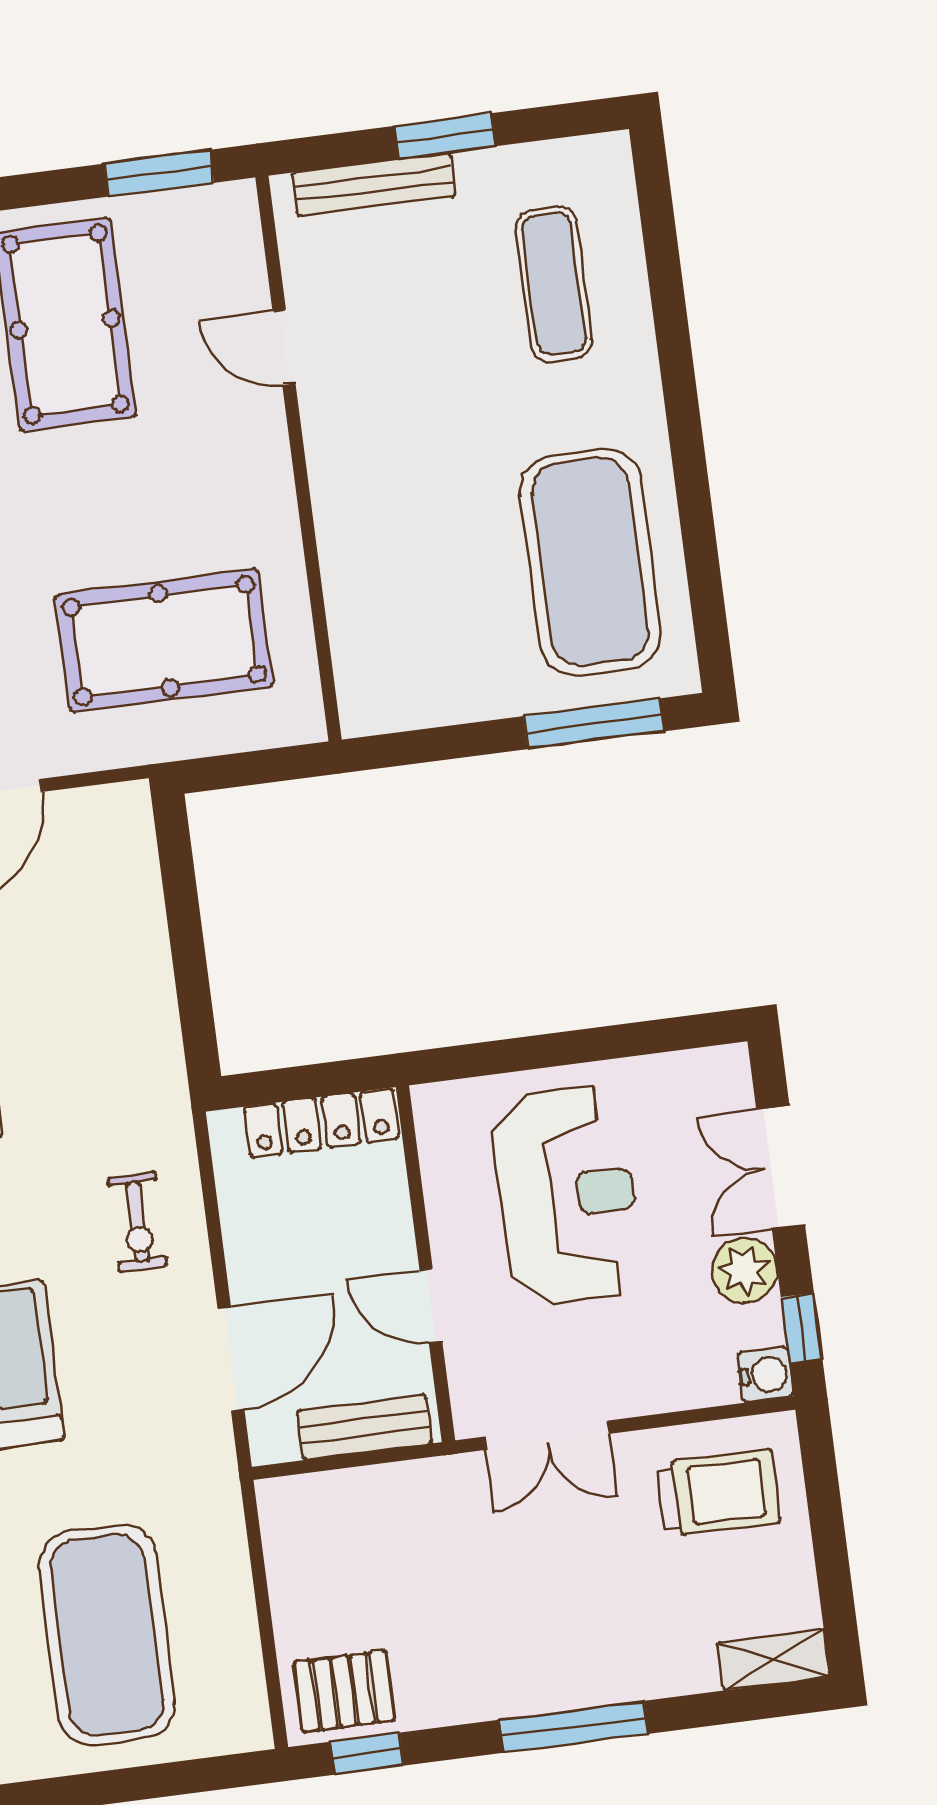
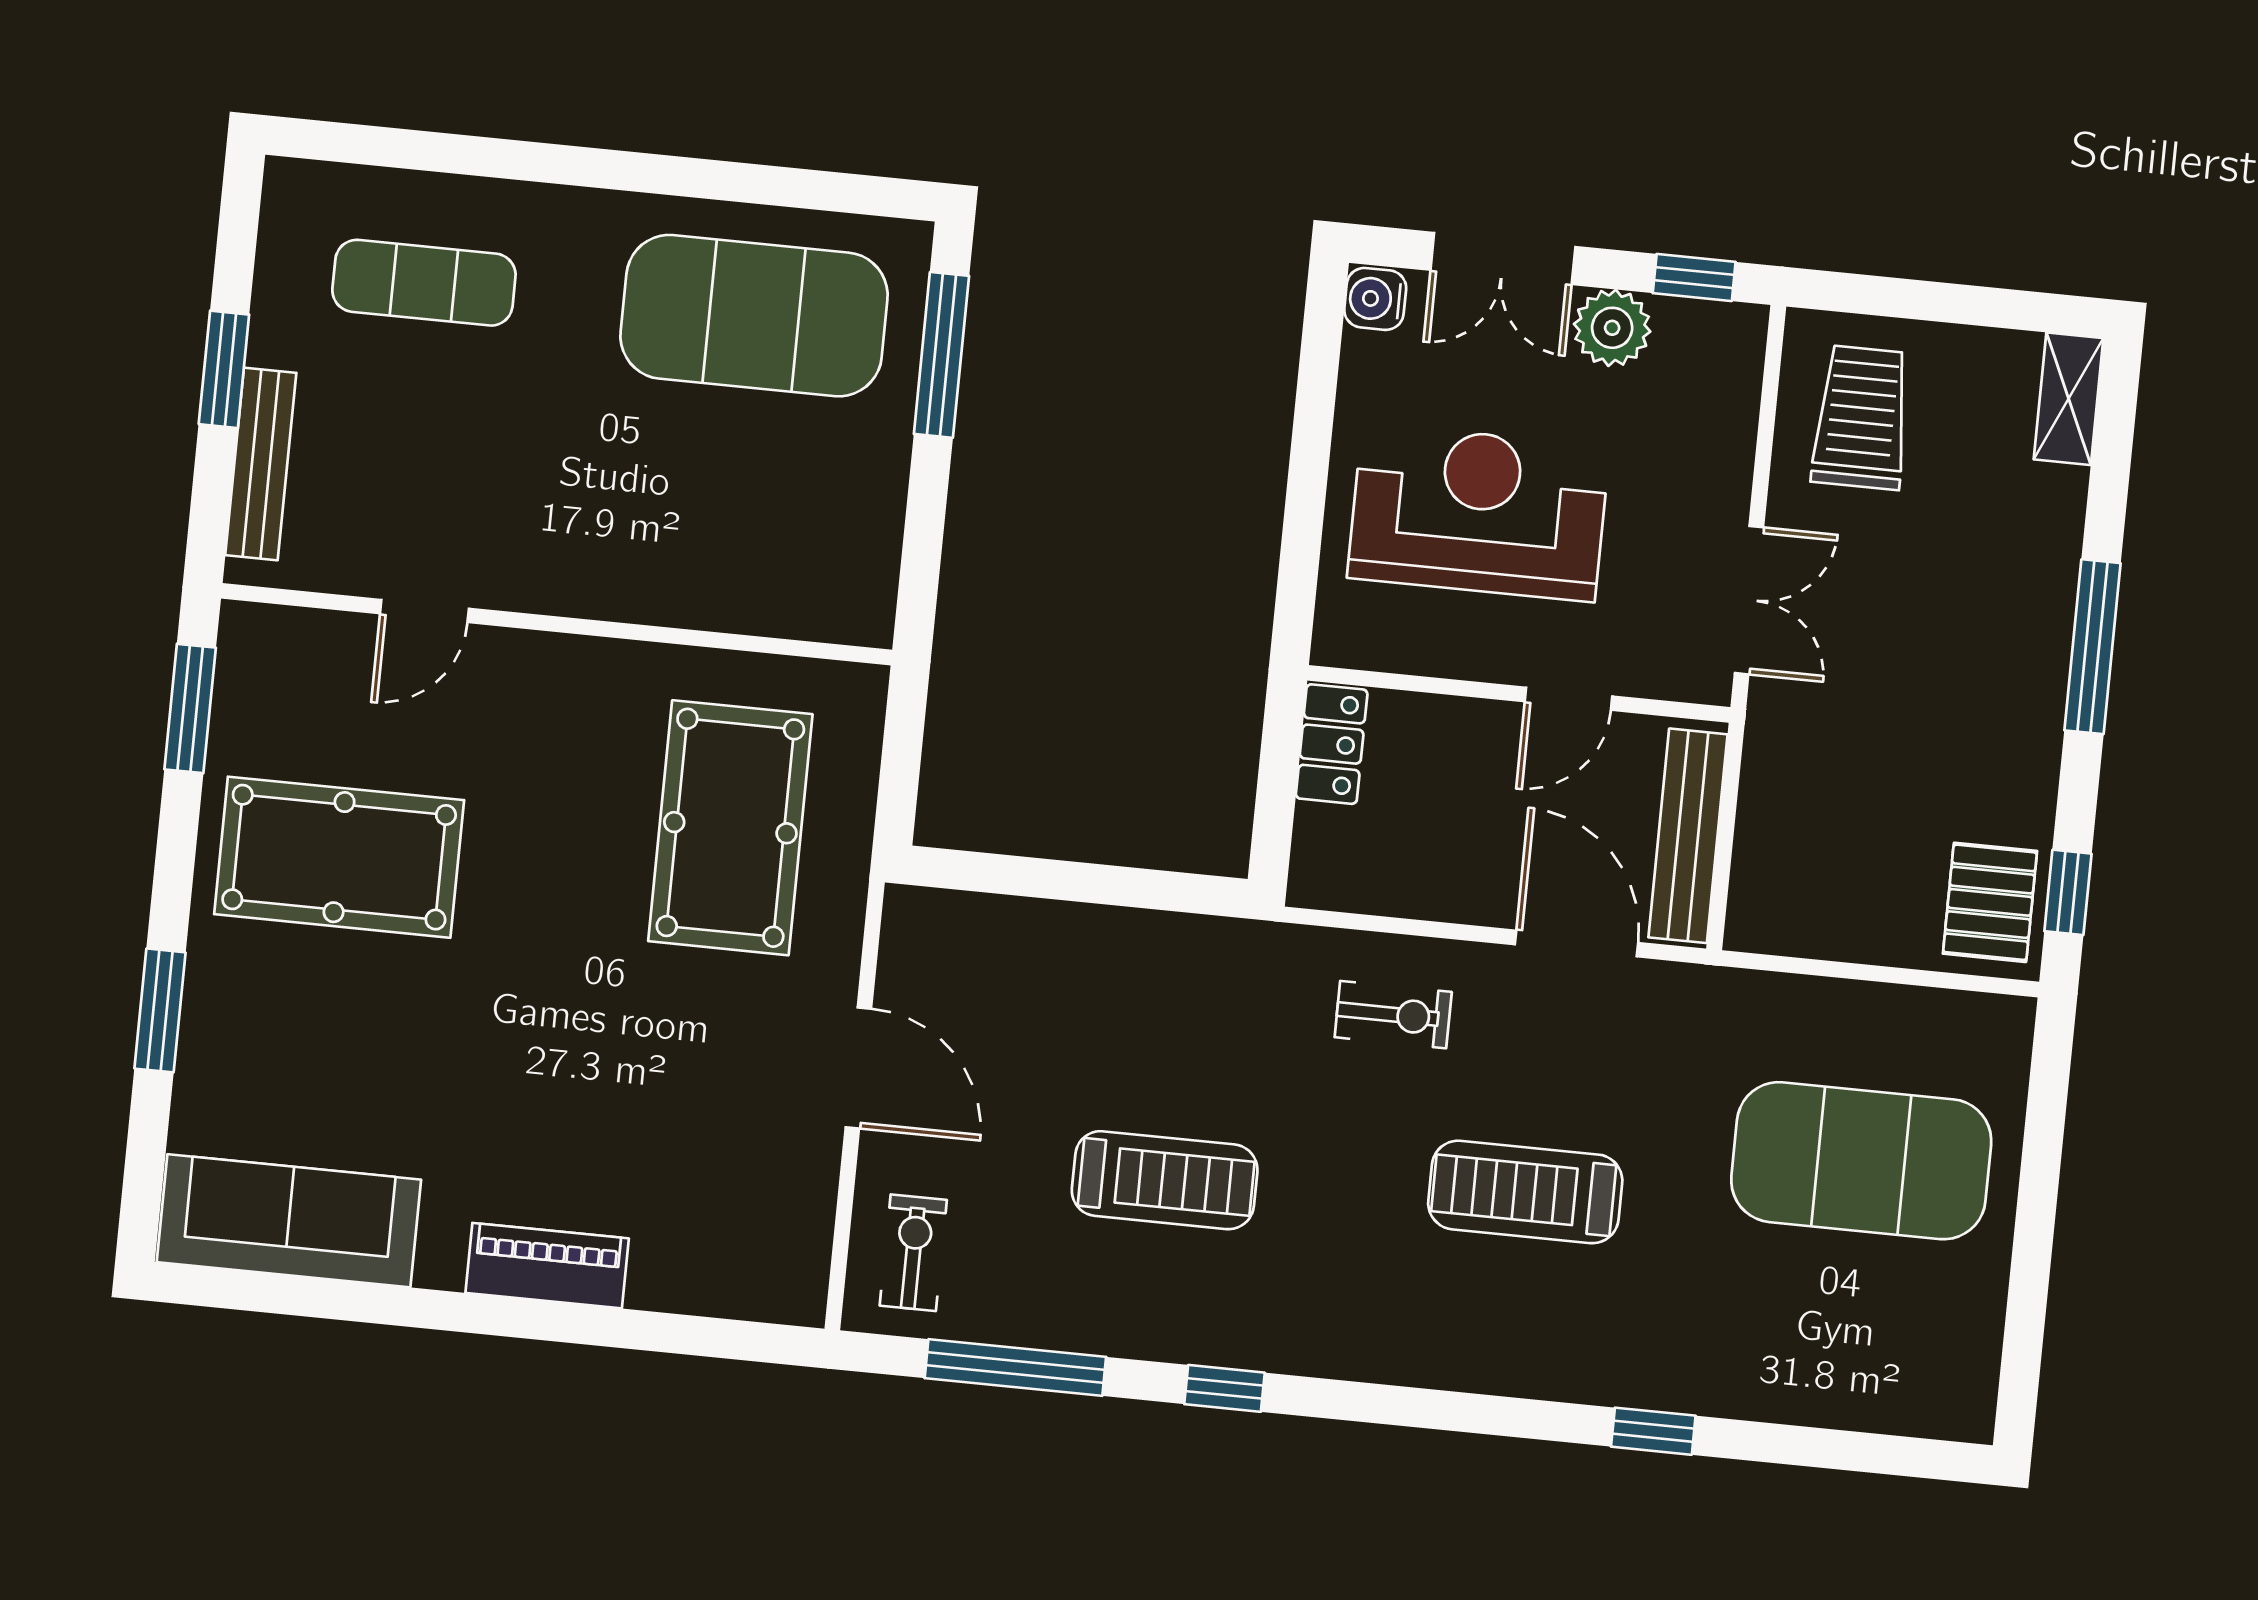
locker: (321, 1123) -> (1332, 744), width x0.66
water cooler: (765, 1375) -> (1375, 299), moved, turned -90
bench: (365, 1427) -> (1688, 836), width x1.36

